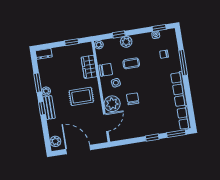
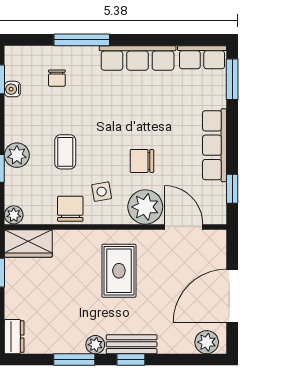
wardrobe: (89, 67) -> (28, 244), moved
row of seats: (145, 131) -> (215, 145), added
window: (152, 138) -> (232, 189), moved

